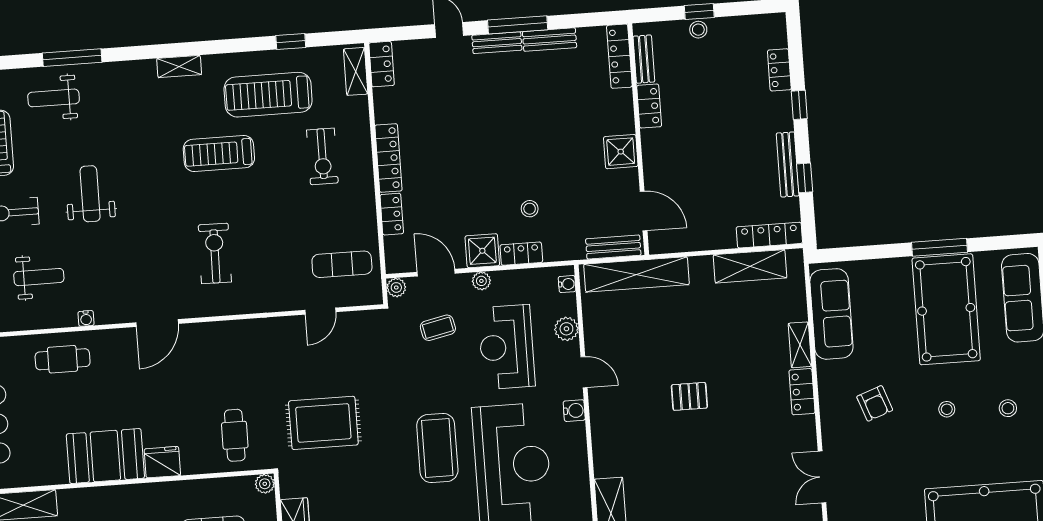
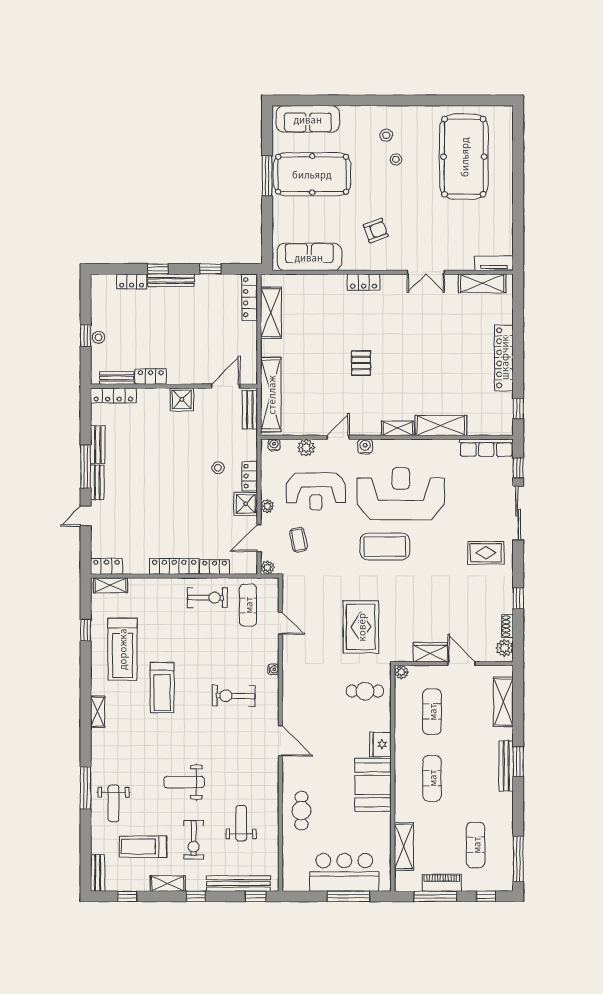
exercise bike: (322, 156) -> (207, 598), moved
bench: (788, 164) -> (171, 280), moved
water cooler: (86, 318) -> (273, 669), moved
shelving: (800, 345) -> (398, 428), moved
stool: (947, 409) -> (396, 159), moved

